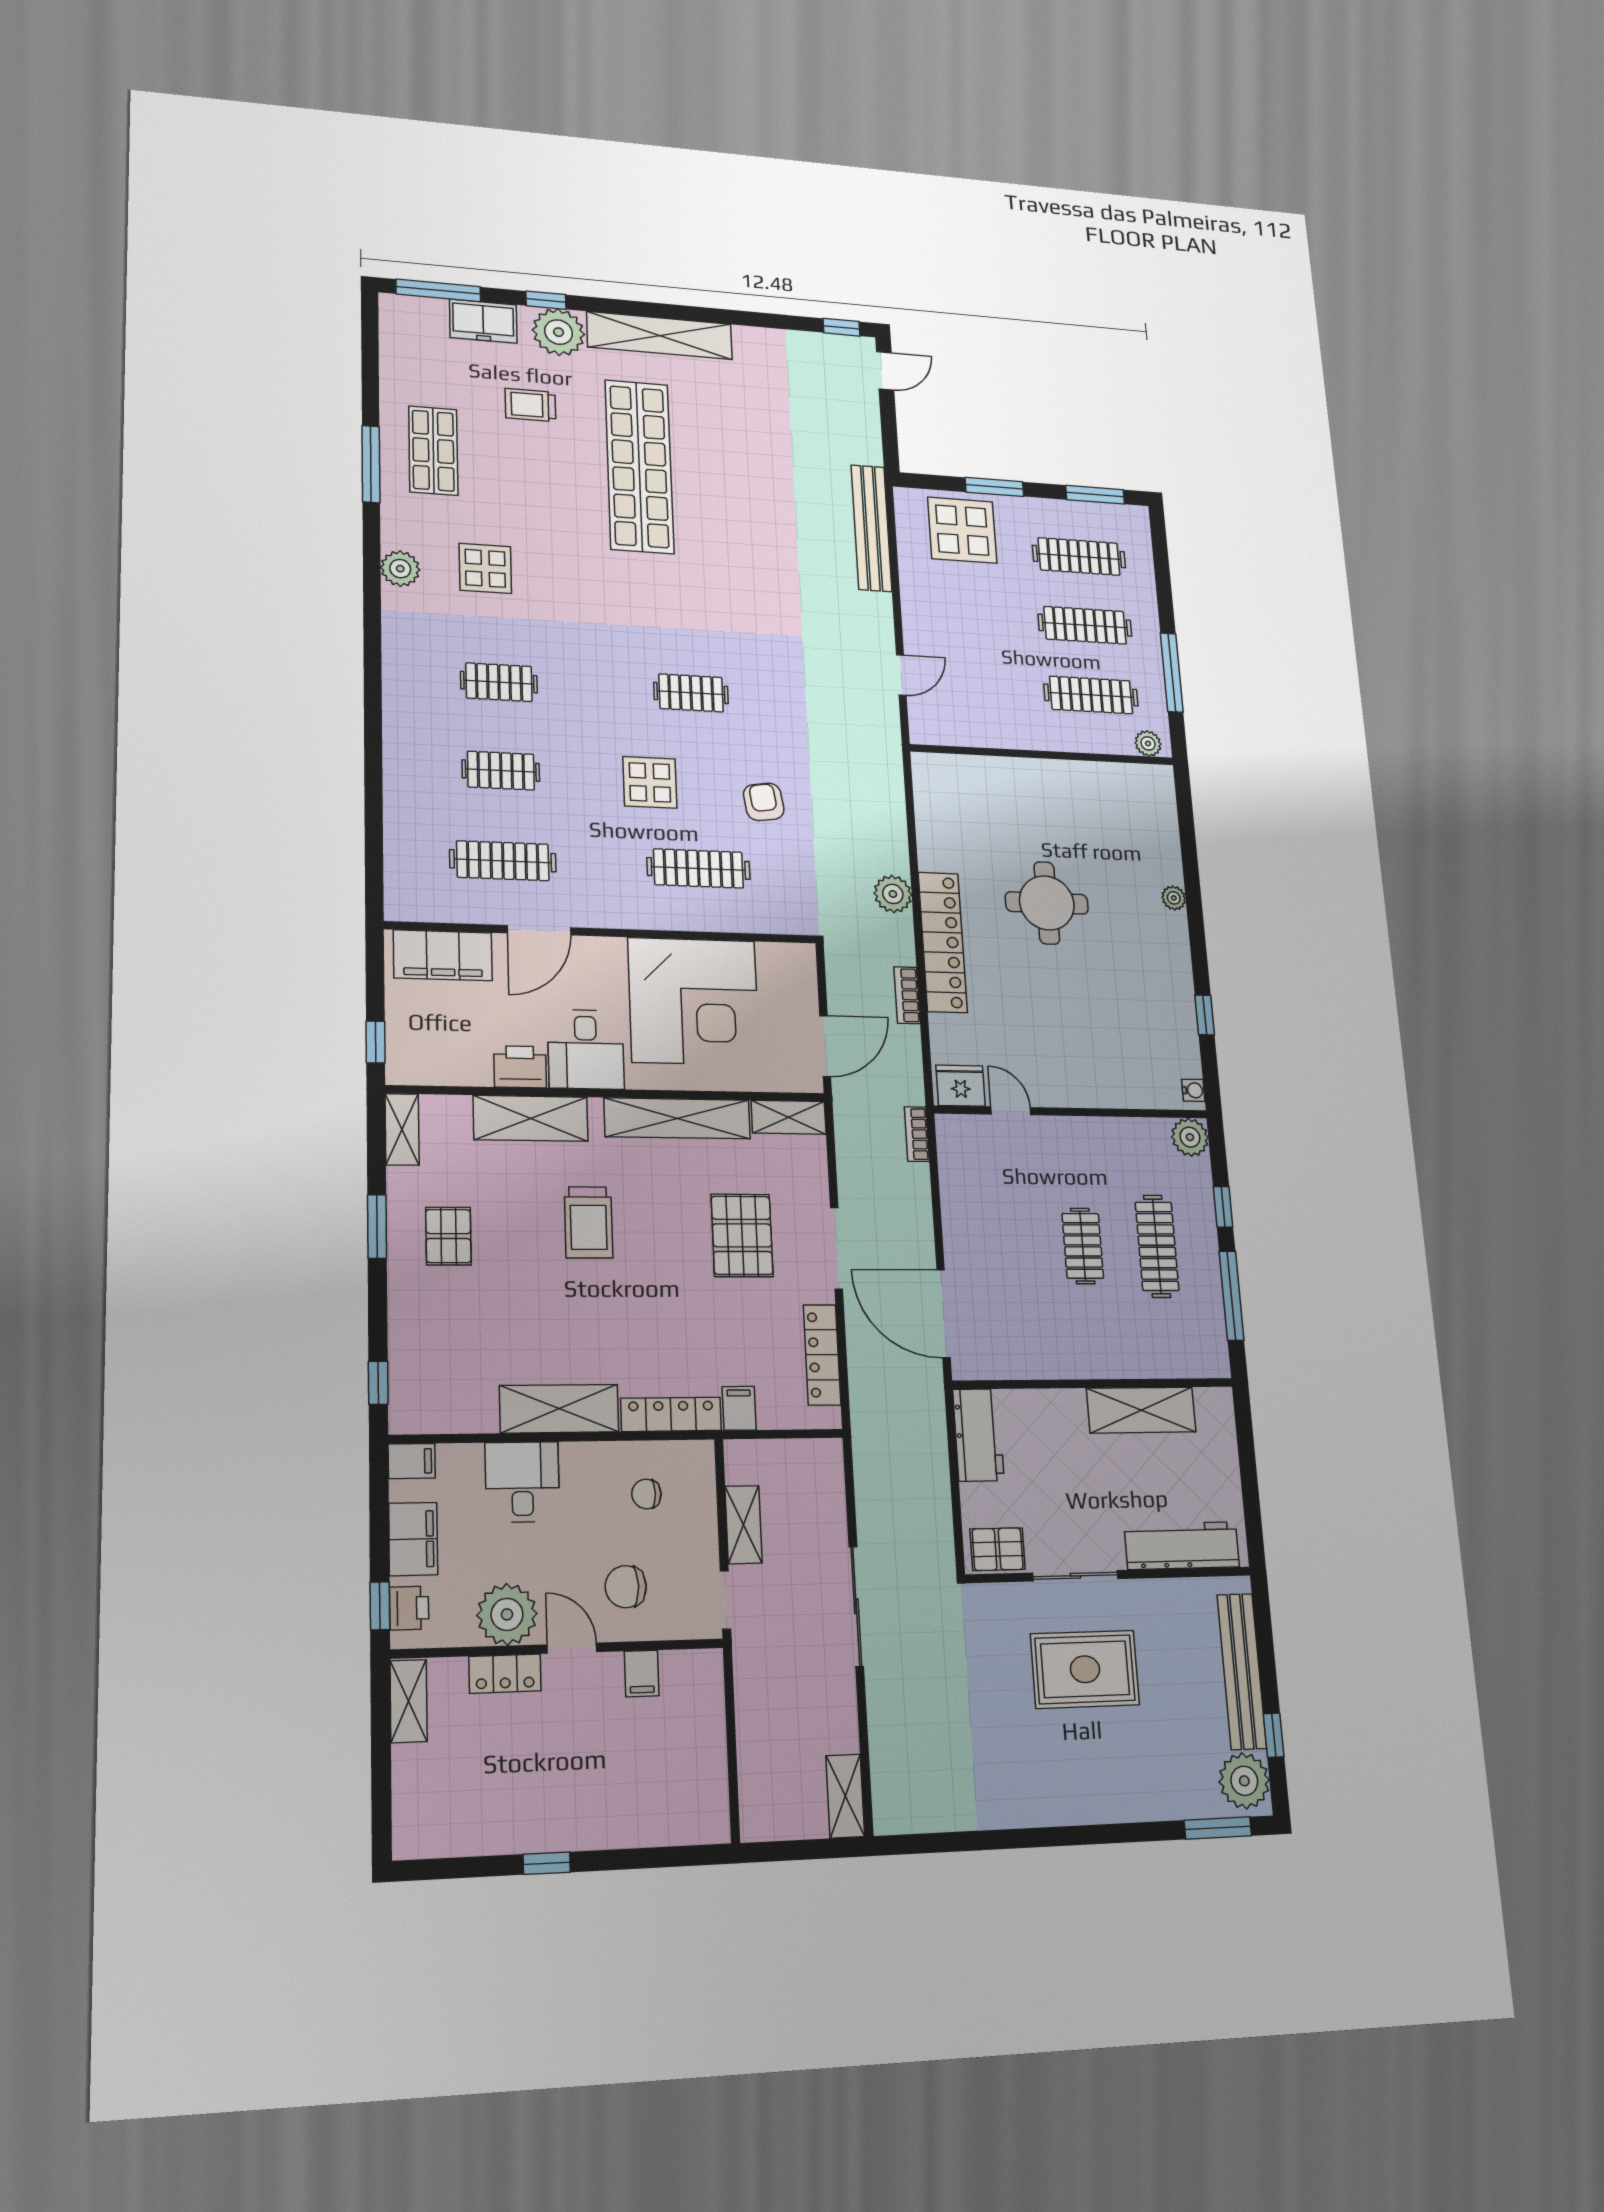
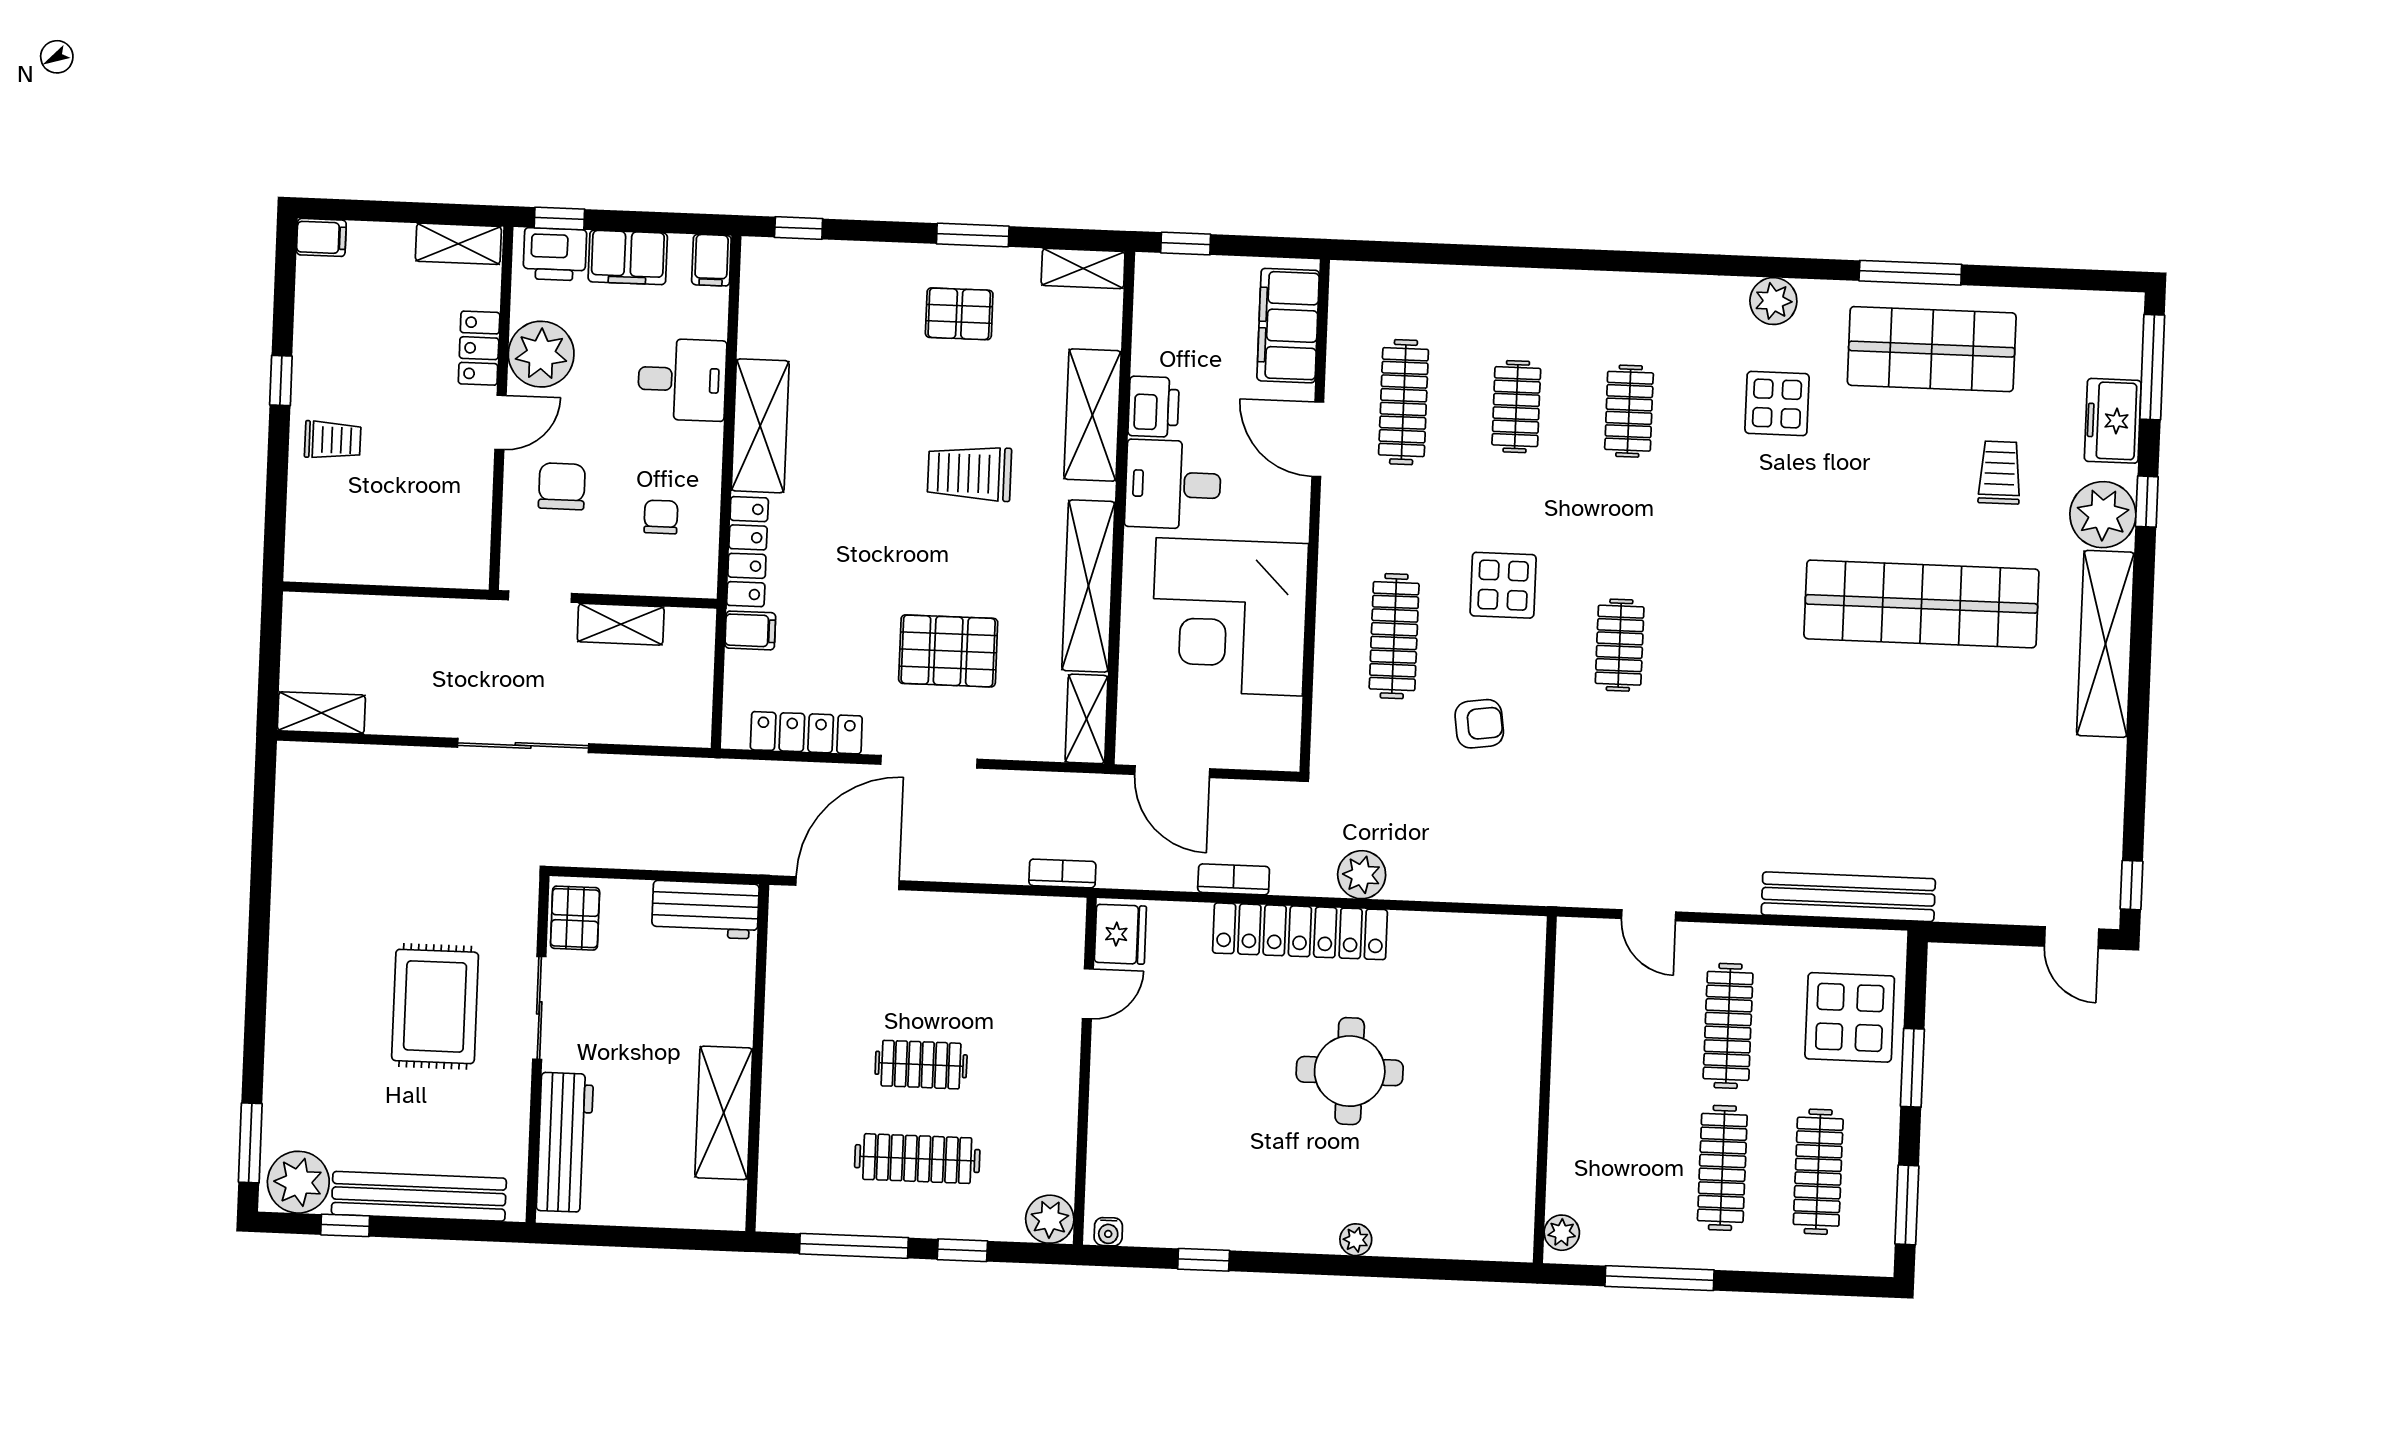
shop shelf: (433, 451) -> (1932, 349), width x1.43, depth x1.36
clothes rail: (1091, 695) -> (1728, 1026), moved
printer: (409, 1608) -> (555, 254), width x1.36, depth x1.24
filing cabinet: (642, 1673) -> (321, 237), moved, turned 180
trolley: (599, 1807) -> (333, 440), added

